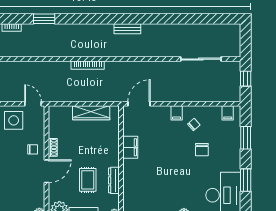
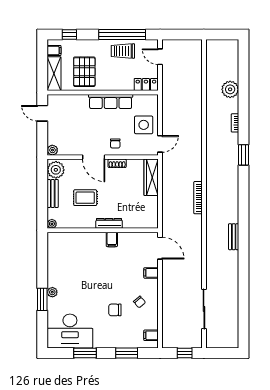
wardrobe: (91, 113) -> (151, 177), moved
filing cabinet: (177, 113) -> (151, 273), moved
filing cabinet: (130, 147) -> (112, 239), width x0.50
dresser: (114, 180) -> (109, 223), moved

